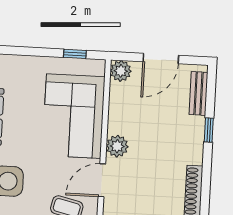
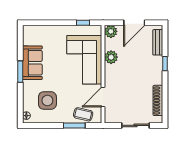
plant: (117, 146) -> (111, 57), moved

